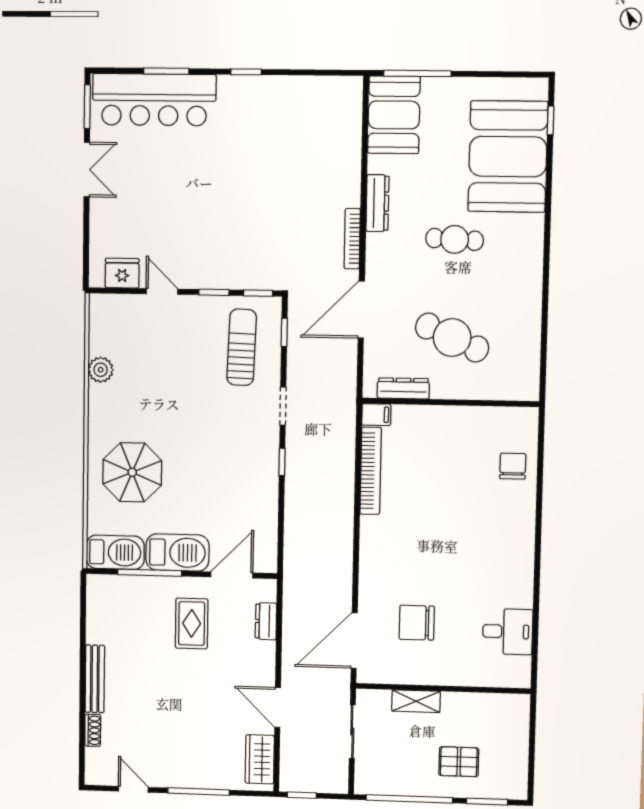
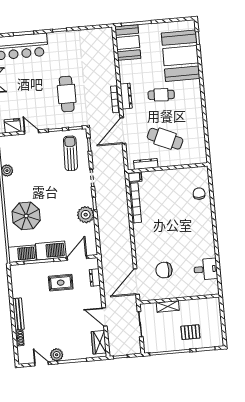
dresser: (377, 203) -> (126, 96), moved
cafe table: (247, 216) -> (67, 94), added
plant: (260, 484) -> (86, 215), added
rug: (192, 623) -> (61, 283), turned 90
plant: (167, 774) -> (57, 355), added

